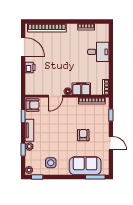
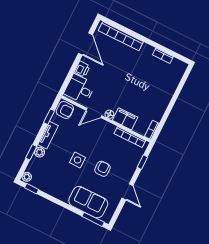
desk: (98, 52) -> (80, 89), moved, turned 180
side table: (51, 163) -> (78, 160), moved

